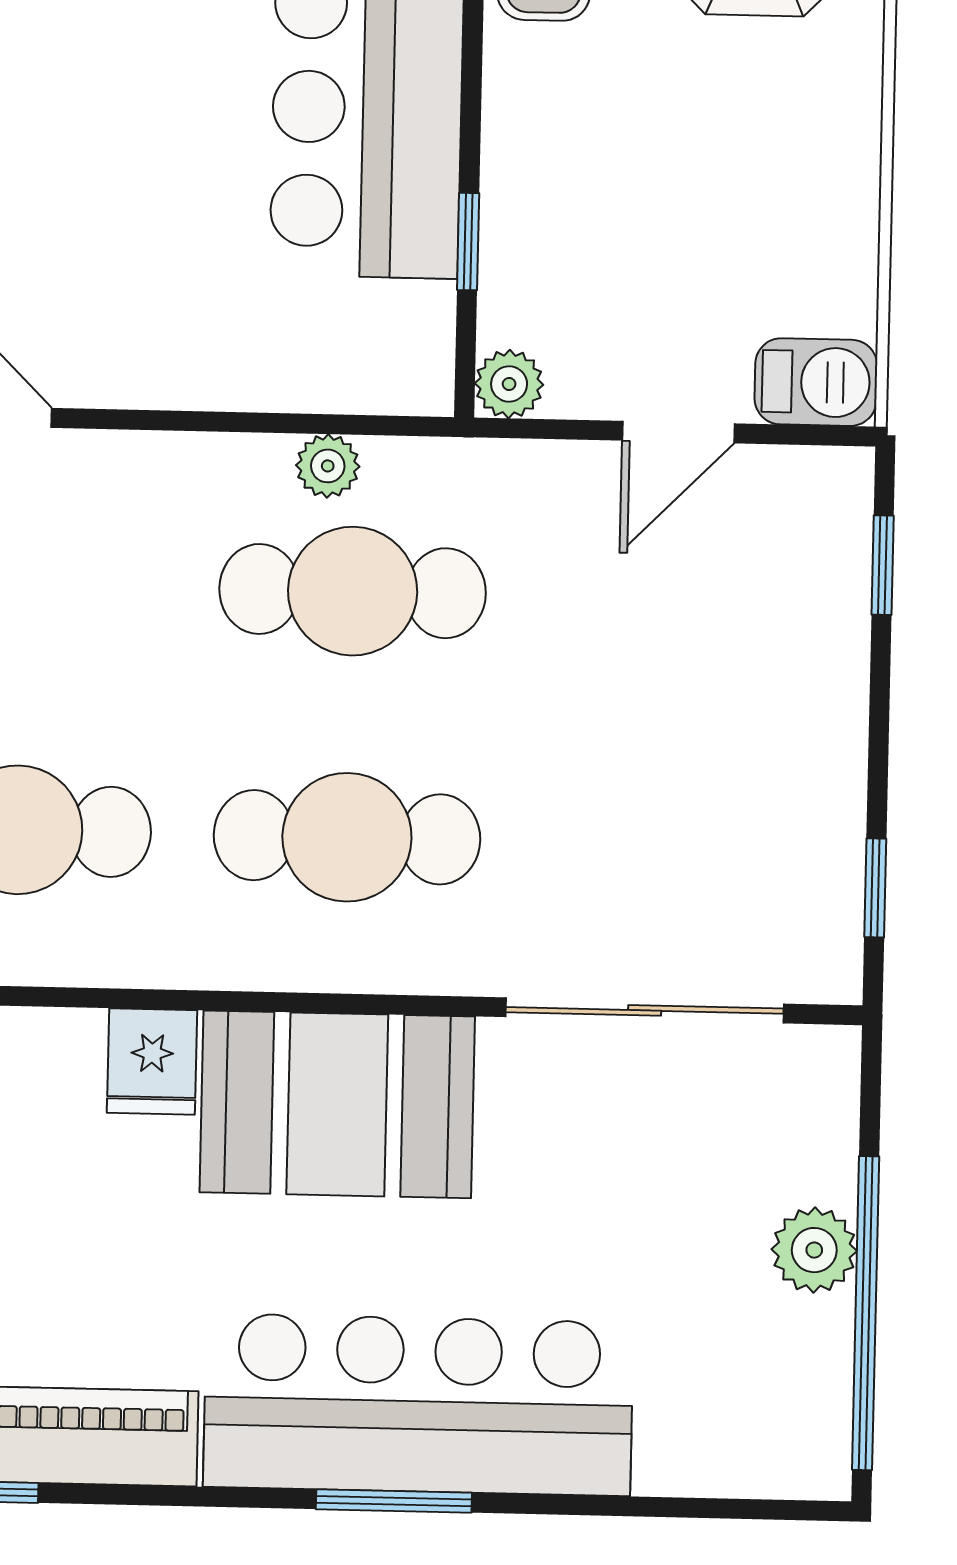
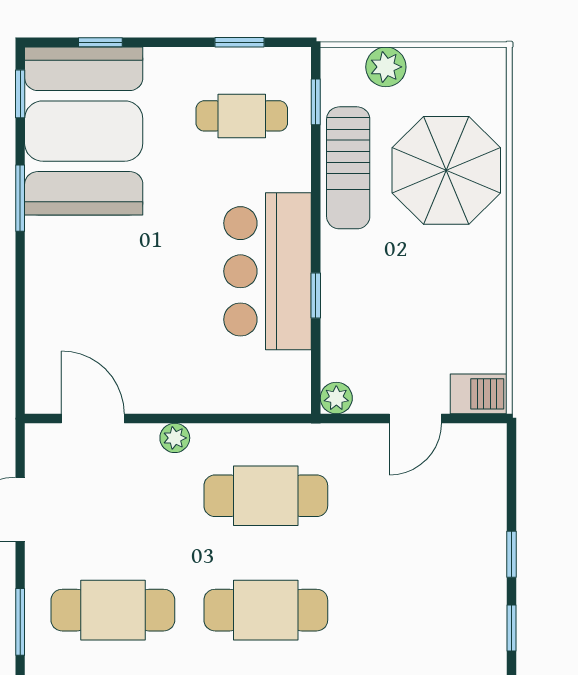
window: (468, 242) -> (316, 295), moved
plant: (328, 466) -> (175, 438), moved
window: (883, 565) -> (512, 554), moved

